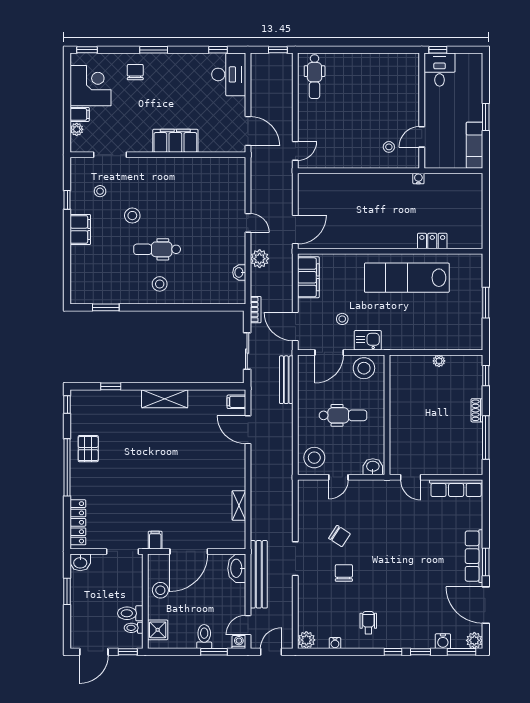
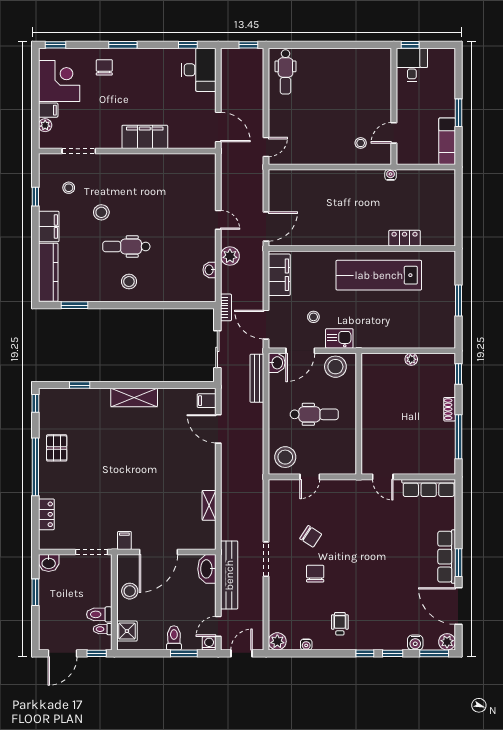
kitchen counter: (80, 275) -> (48, 272), added
washbasin: (373, 467) -> (277, 363), moved, turned 90
locker: (78, 522) -> (46, 514), width x0.66

